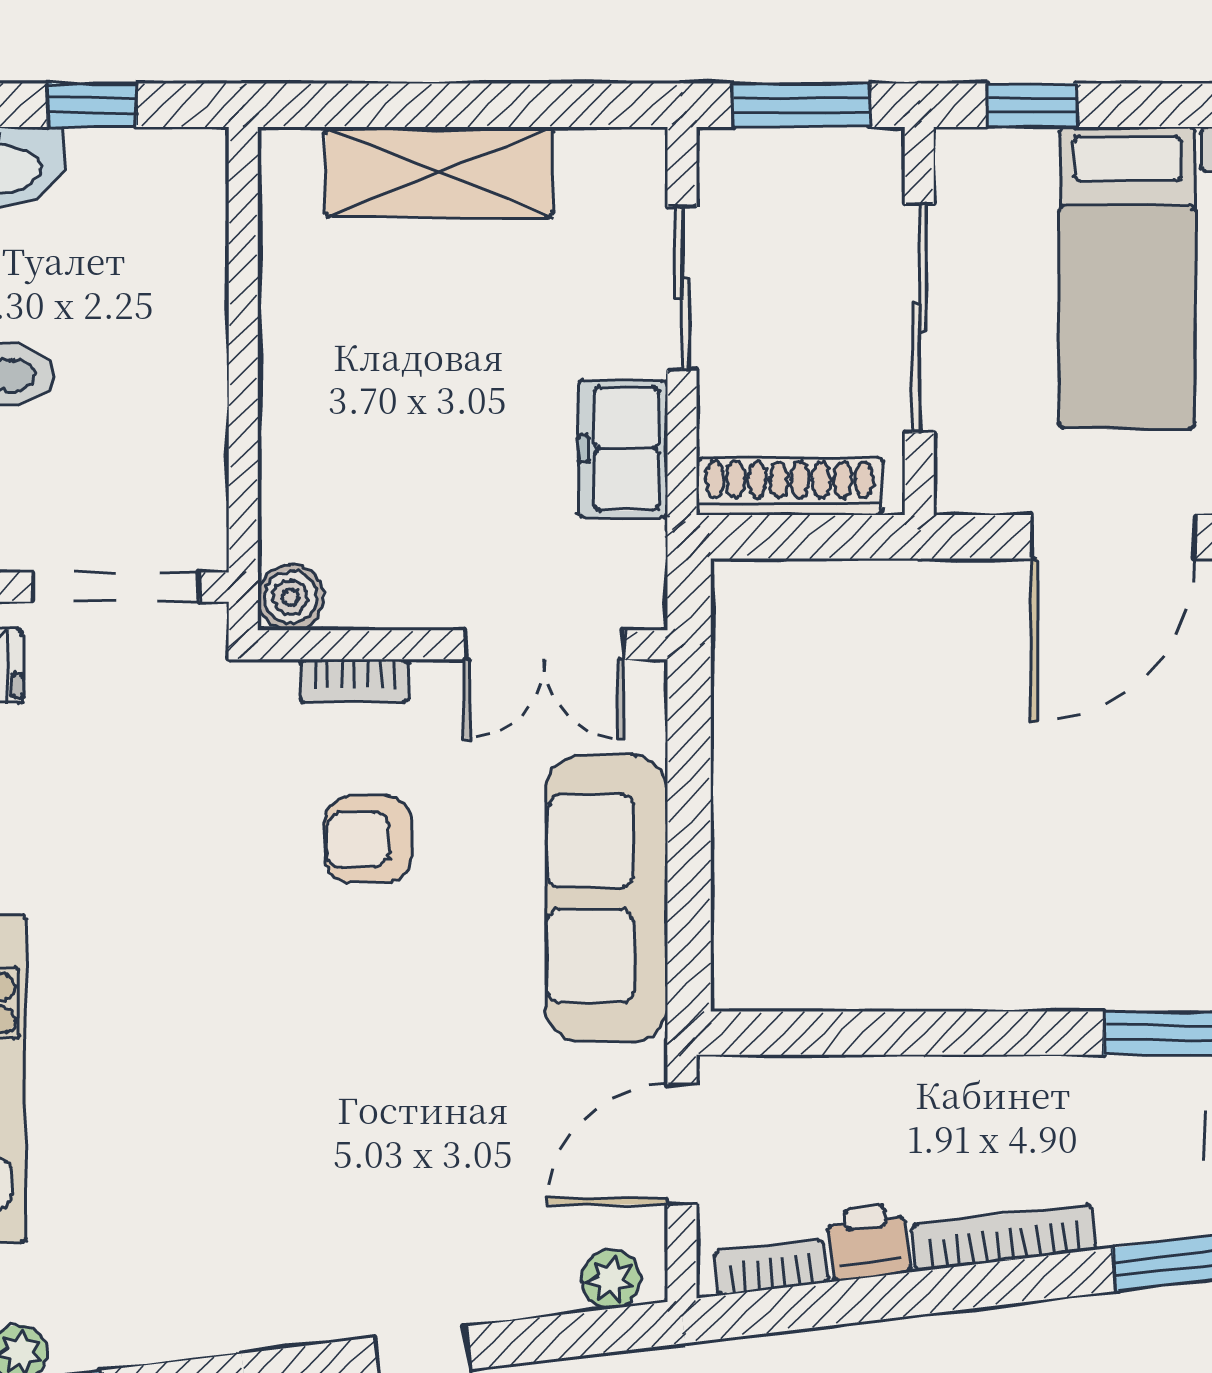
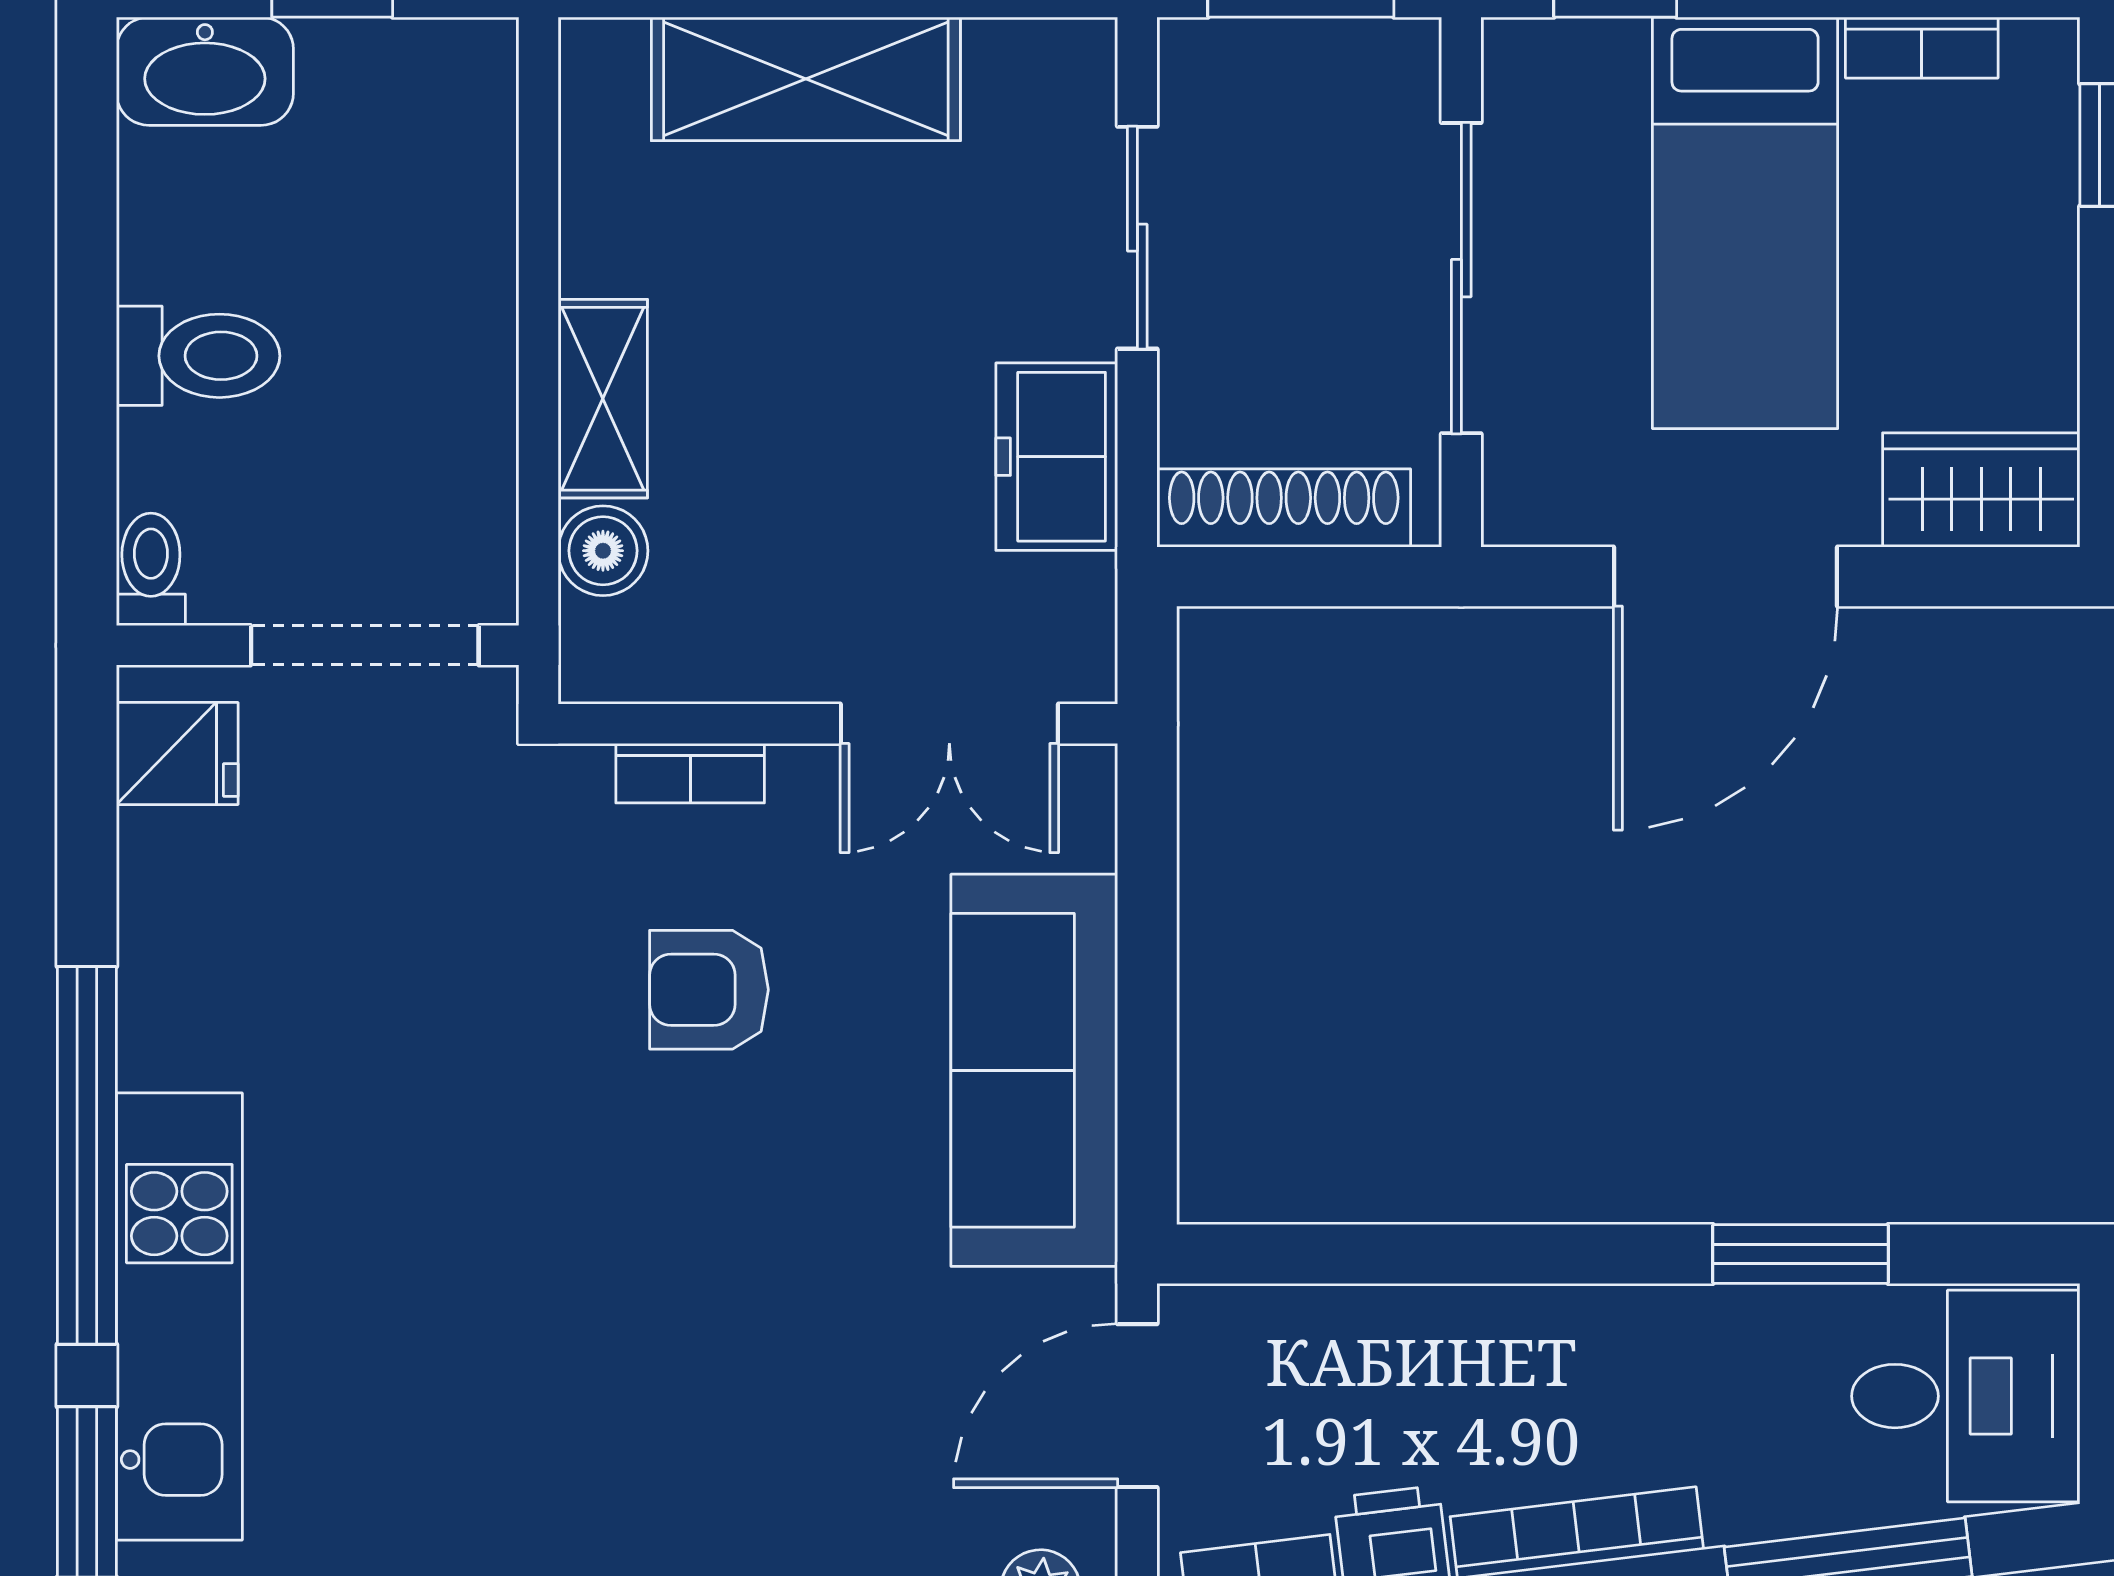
shelving: (290, 406) -> (603, 399), added
boiler: (290, 597) -> (603, 551), moved

